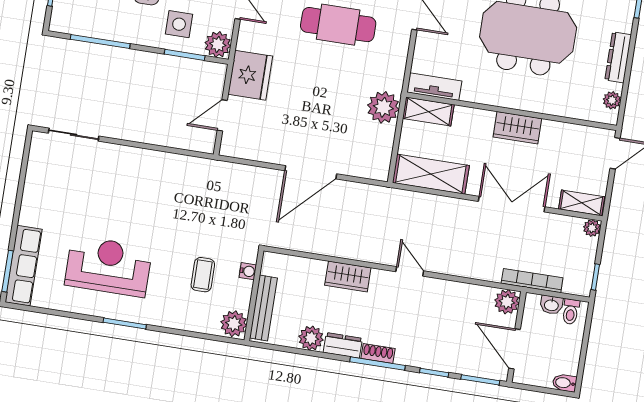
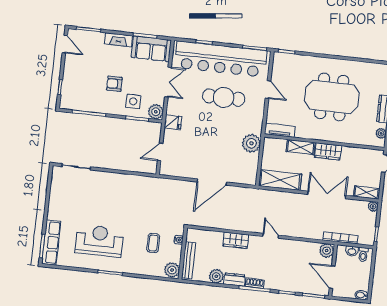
fridge: (250, 75) -> (173, 122), width x0.53, depth x0.75
shelving: (428, 112) -> (301, 147), moved

